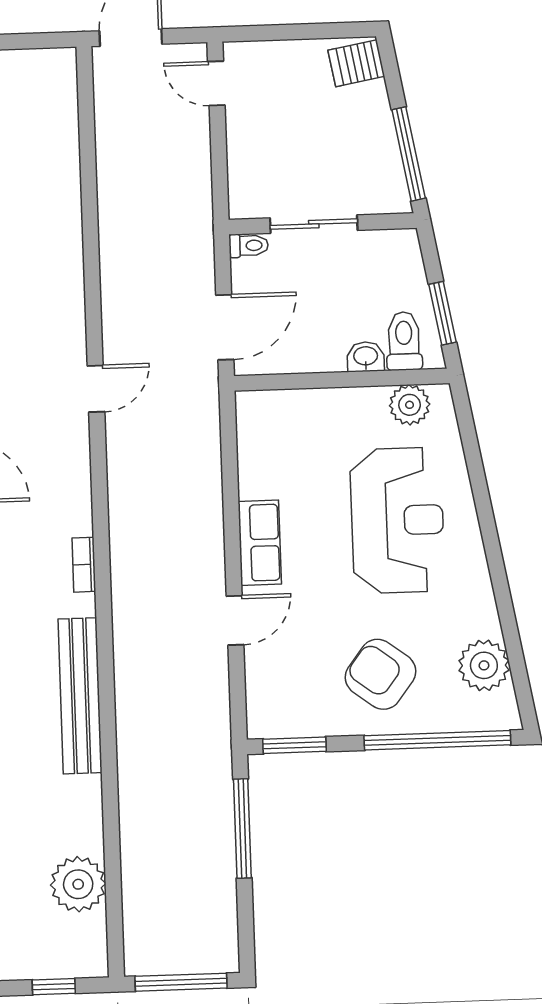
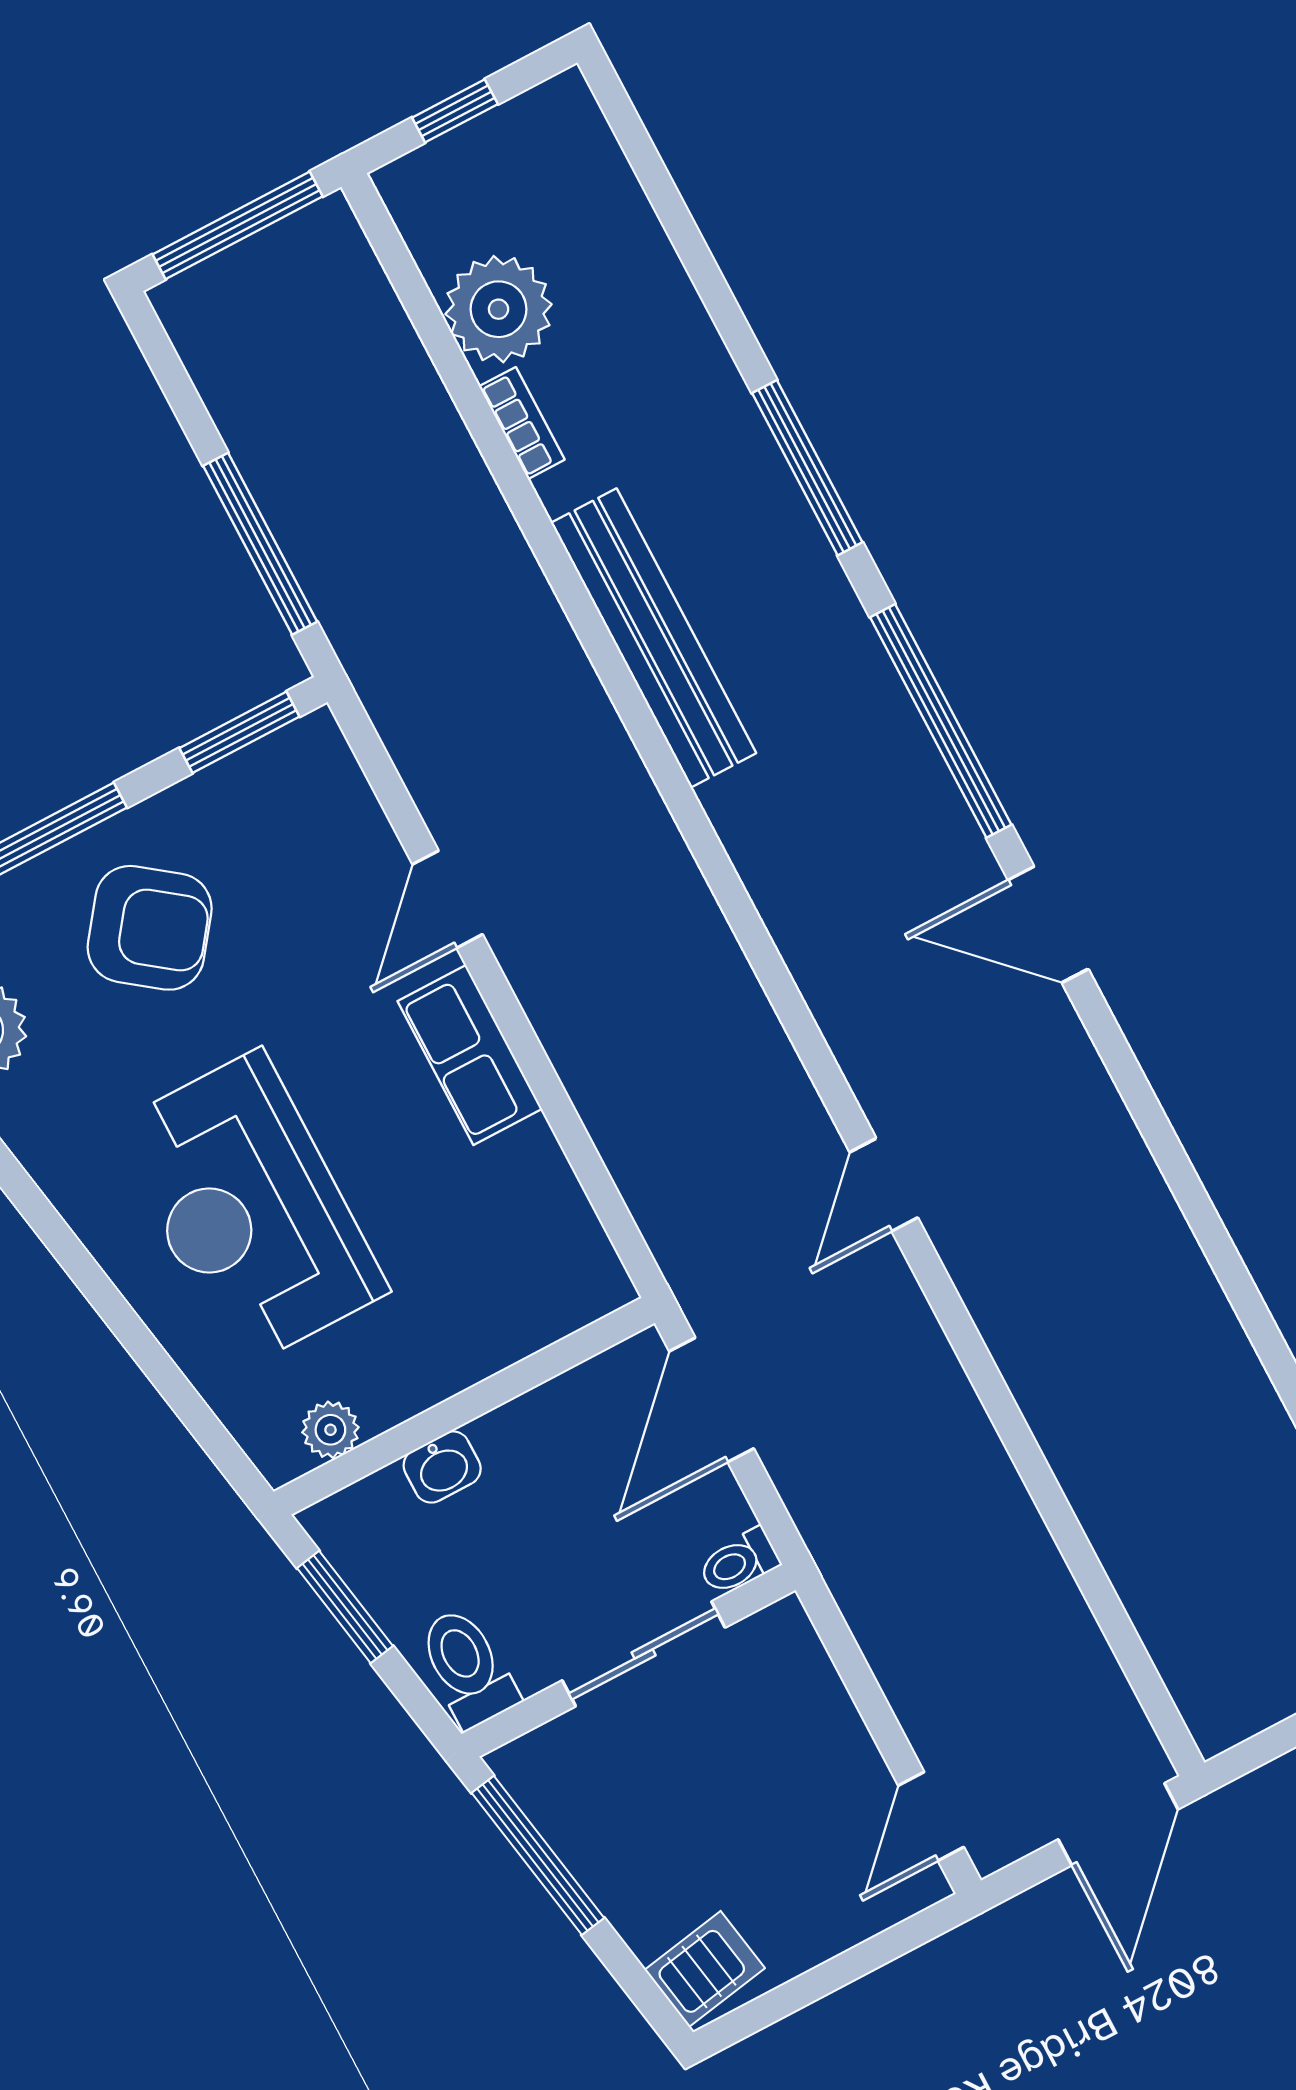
door: (216, 83) -> (931, 1816), swing flipped
toilet: (404, 341) -> (467, 1667), moved, turned 180
plant: (410, 405) -> (330, 1430), width x0.73, depth x0.73
bookcase: (84, 565) -> (522, 423), moved

